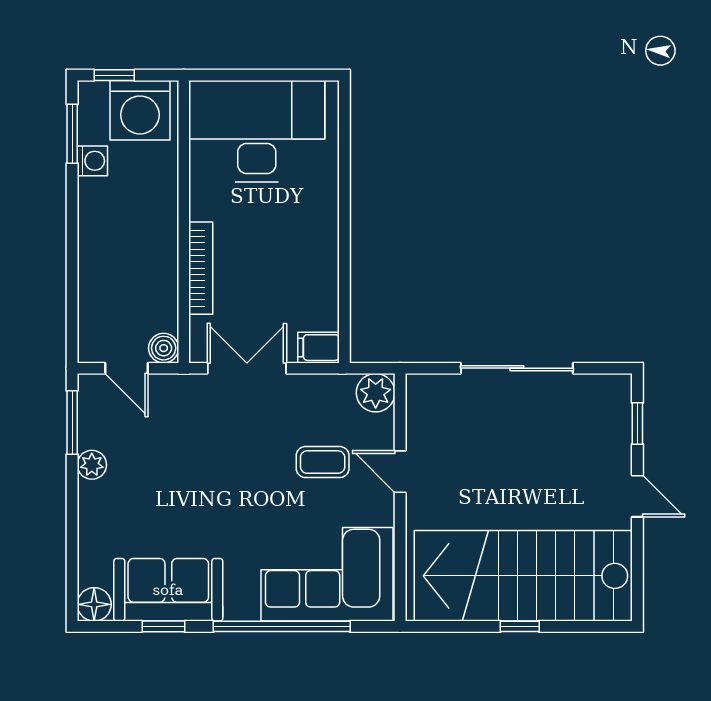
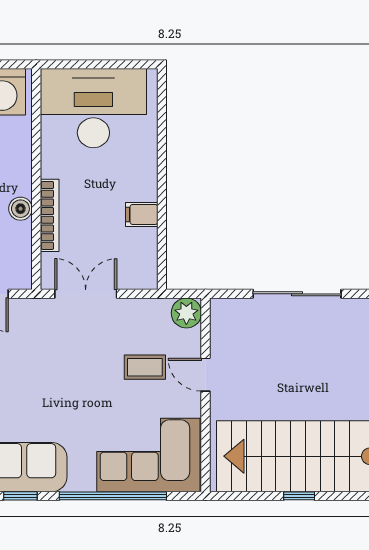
boiler: (164, 348) -> (20, 209), moved
filing cabinet: (318, 348) -> (142, 214), moved

